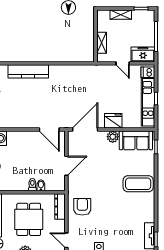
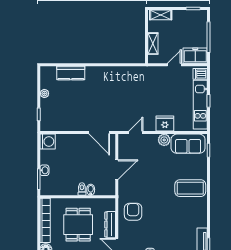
shelving: (121, 15) -> (161, 15), moved
door: (123, 63) -> (174, 65), swing flipped
kitchen counter: (28, 71) -> (71, 73), width x0.67
door: (85, 130) -> (136, 133), width x0.53
dresser: (60, 207) -> (110, 225), moved

